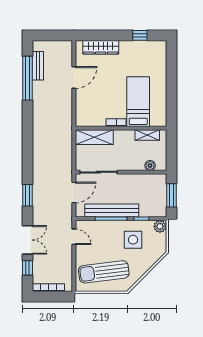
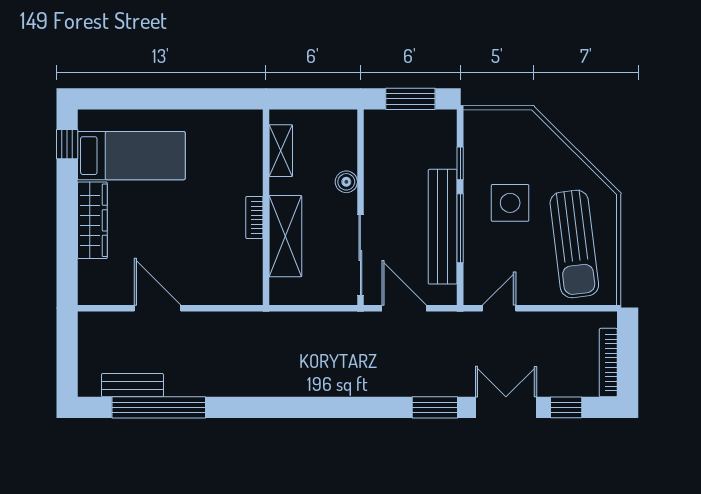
window: (140, 35) -> (67, 144), moved
wardrobe: (101, 47) -> (92, 220), moved
bed: (138, 102) -> (131, 156), moved, turned 180
shelving: (94, 137) -> (285, 236), moved
boiler: (150, 166) -> (346, 182), moved
window: (28, 195) -> (435, 407), moved
plant: (160, 226) -> (477, 124), removed
side table: (133, 240) -> (510, 203), moved

